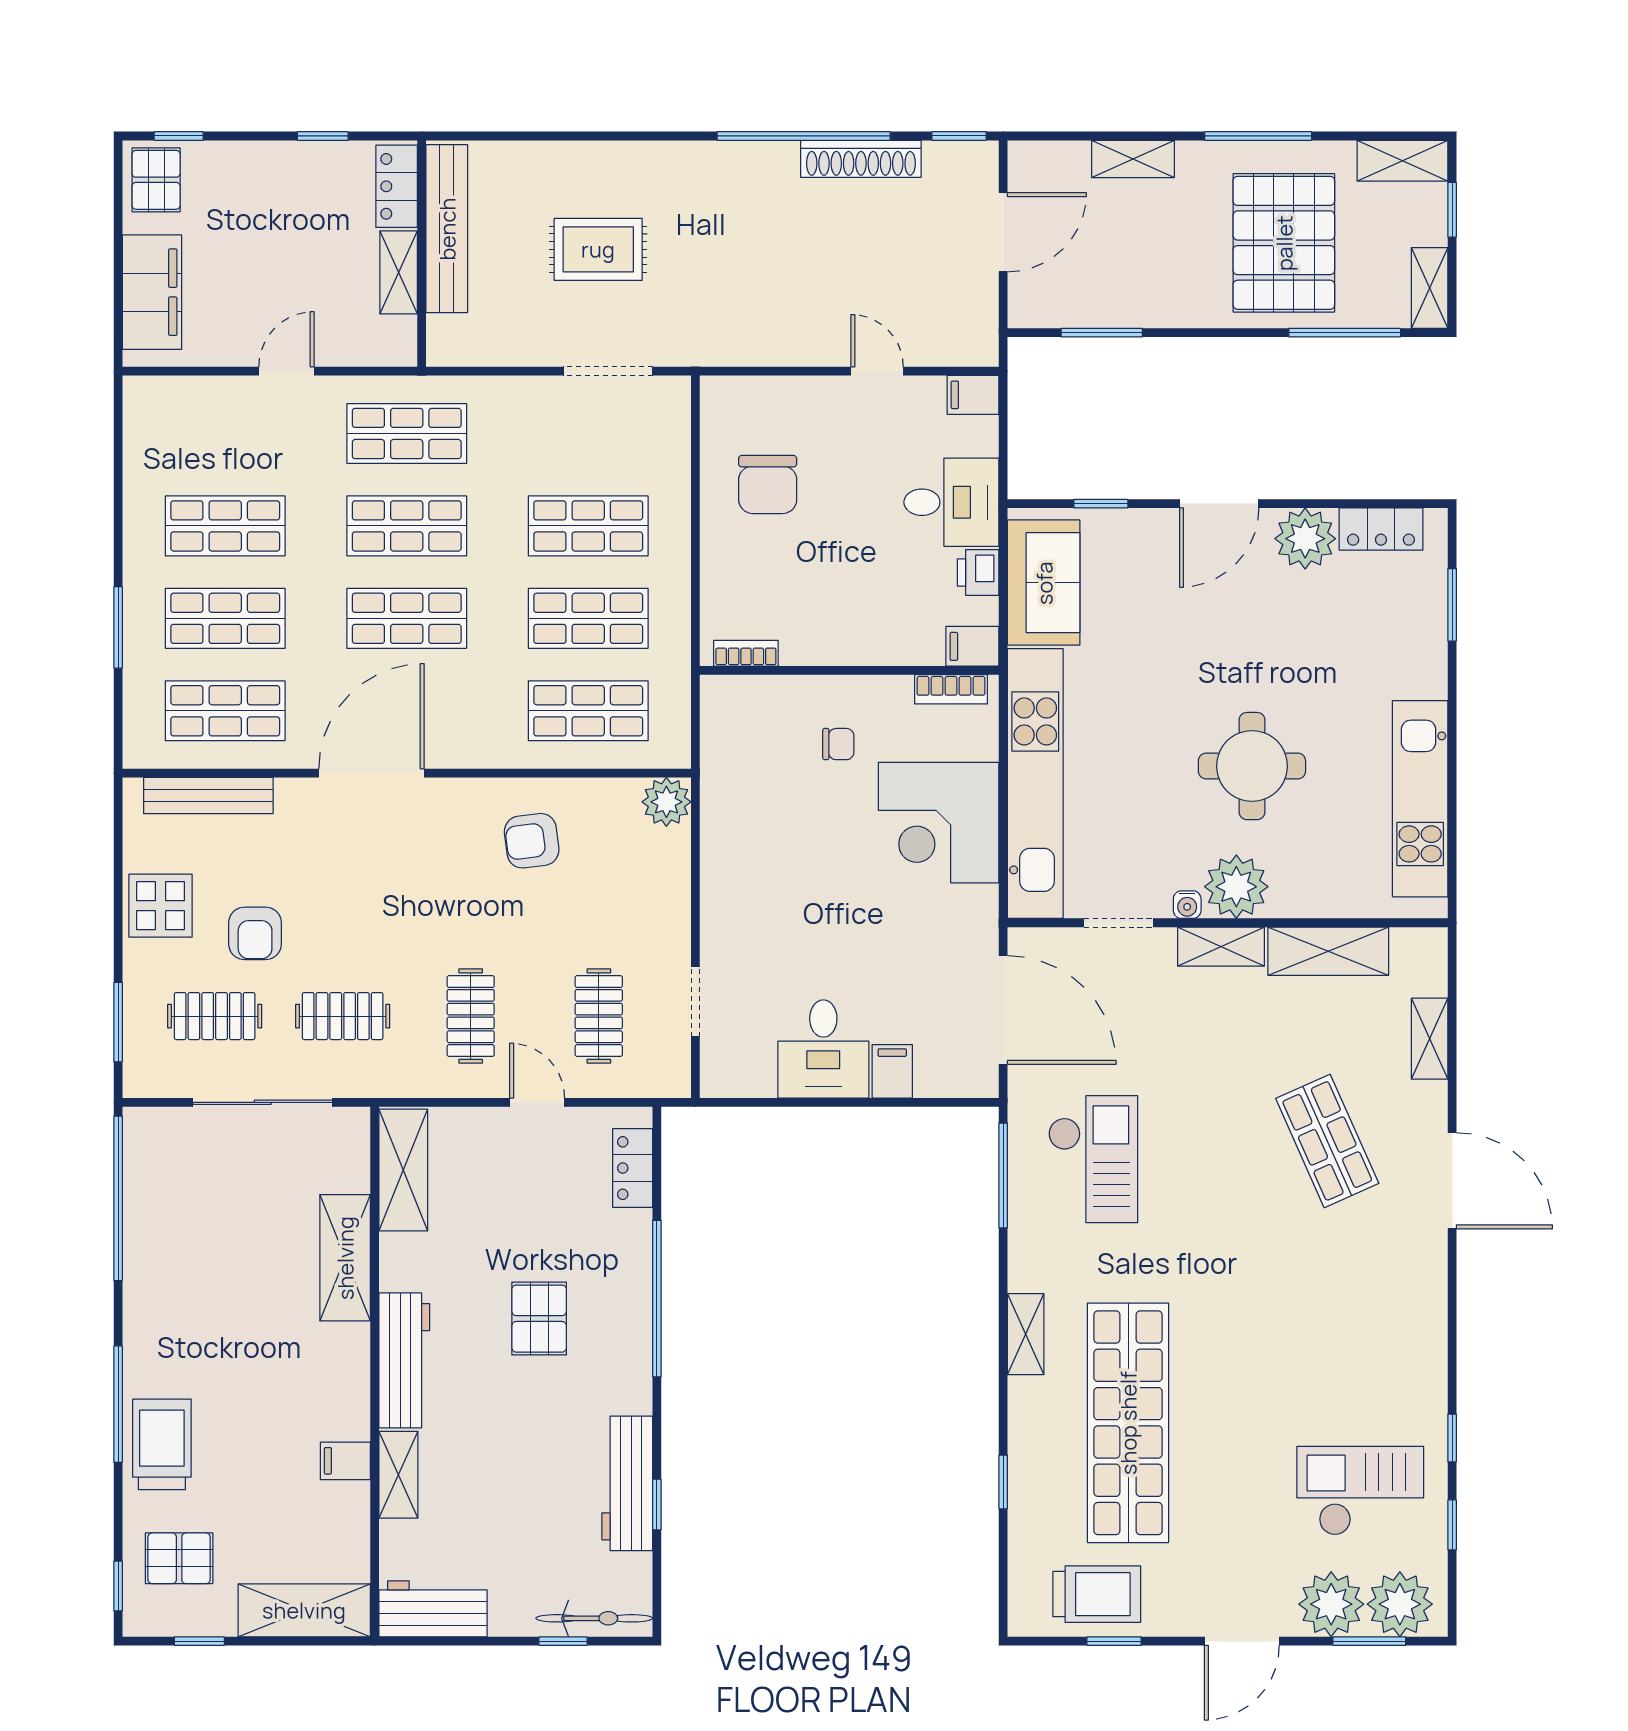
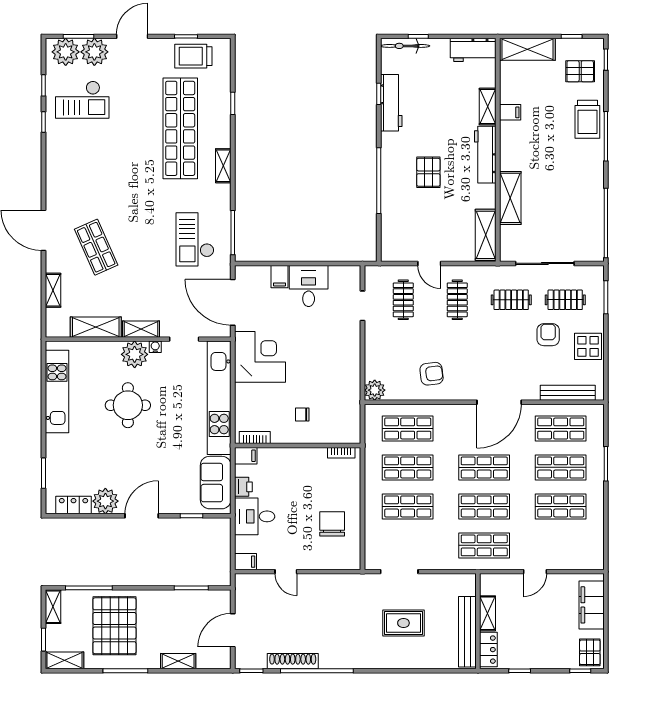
corner desk: (939, 823) -> (260, 357), moved
locker: (633, 1168) -> (389, 236), removed

